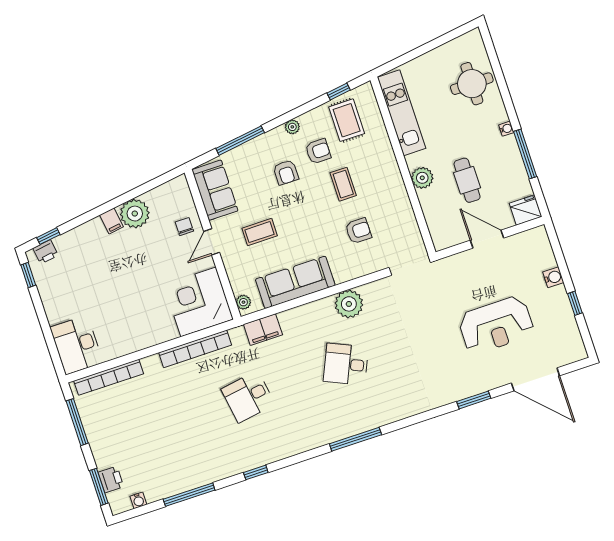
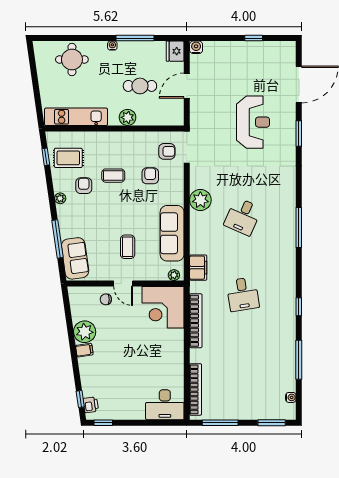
armchair: (286, 172) -> (167, 151), moved
sofa: (215, 190) -> (75, 258), moved, turned 82
water cooler: (553, 277) -> (196, 47), moved
reception desk: (496, 325) -> (253, 122), moved
printer: (111, 480) -> (269, 412), removed

